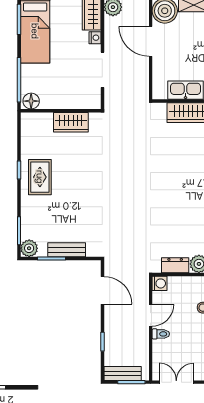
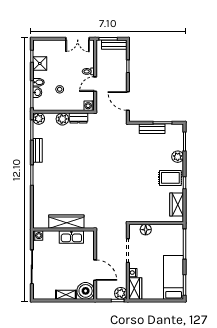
floor lamp: (31, 101) -> (146, 230), moved
wardrobe: (71, 122) -> (177, 204), moved, turned -90
rug: (40, 177) -> (170, 178), turned 90
plant: (29, 248) -> (178, 157), moved

